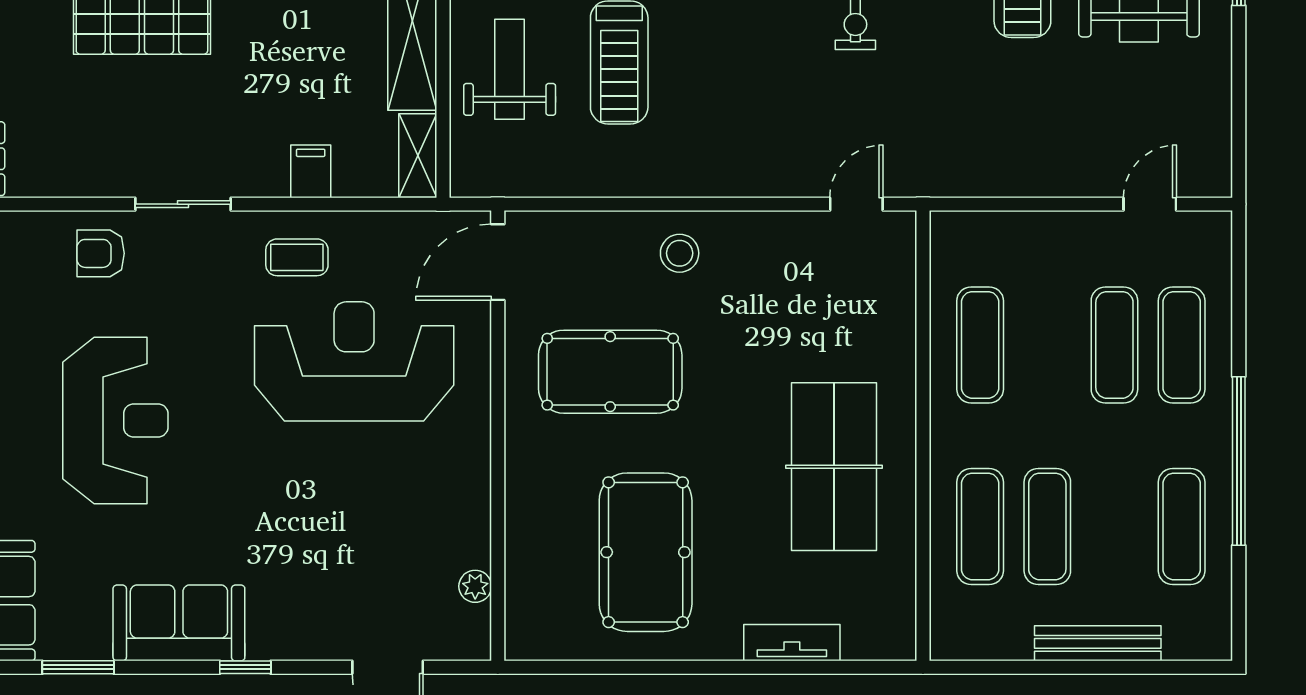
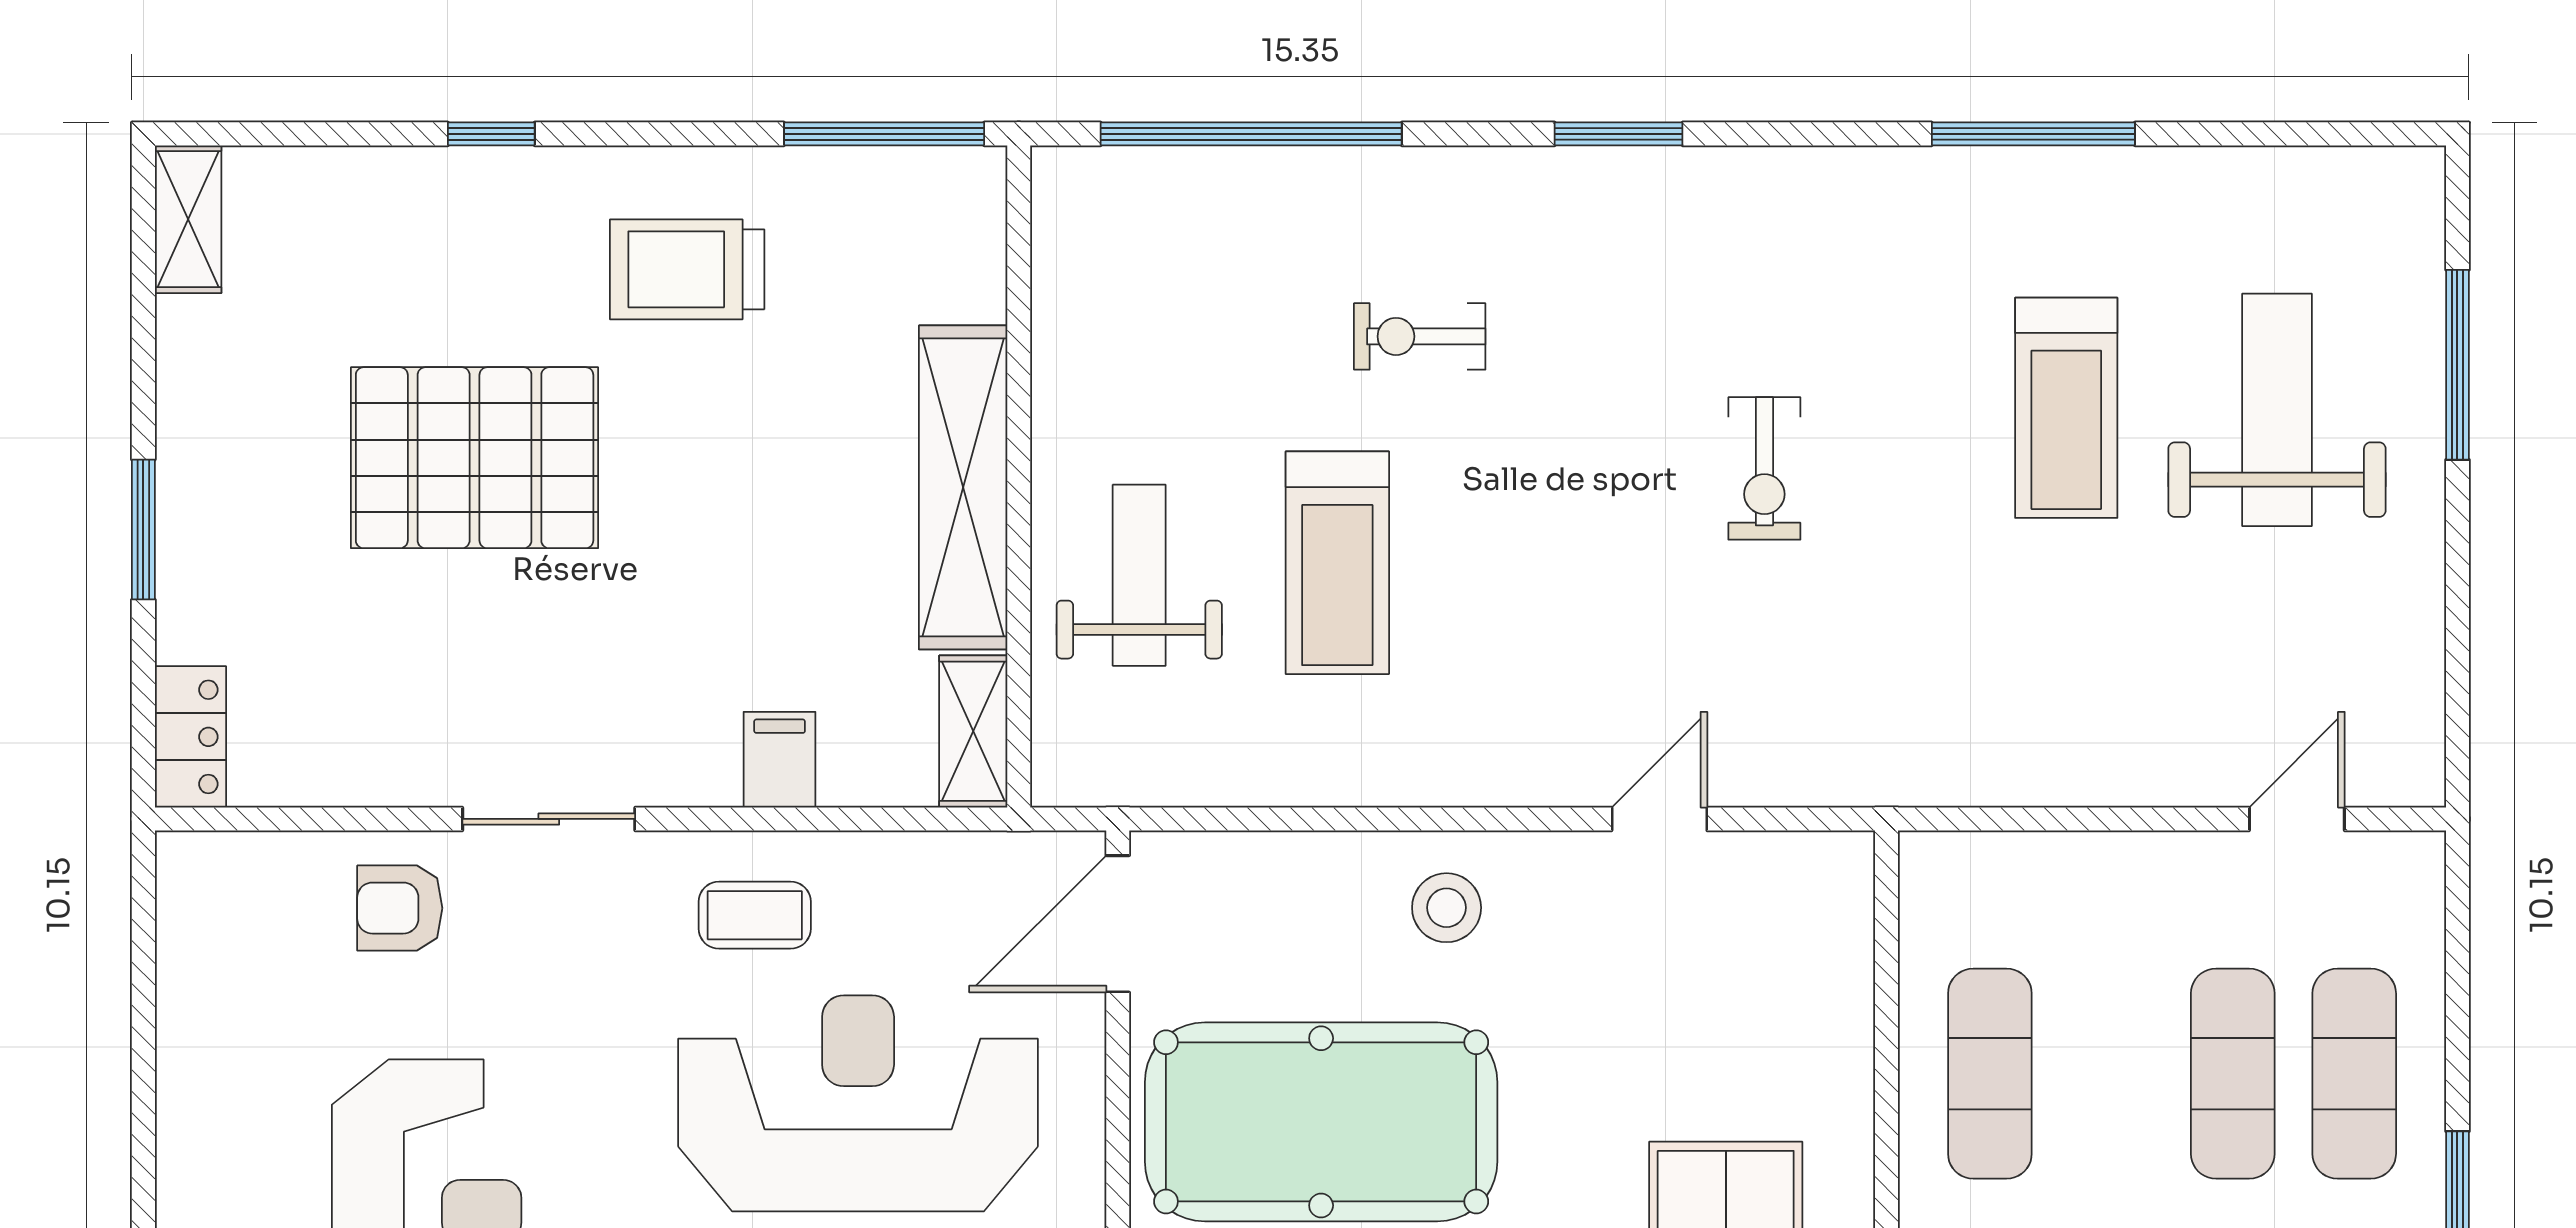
door: (856, 204) -> (1659, 819), moved
pool table: (610, 372) -> (1321, 1122), width x1.36, depth x1.32

